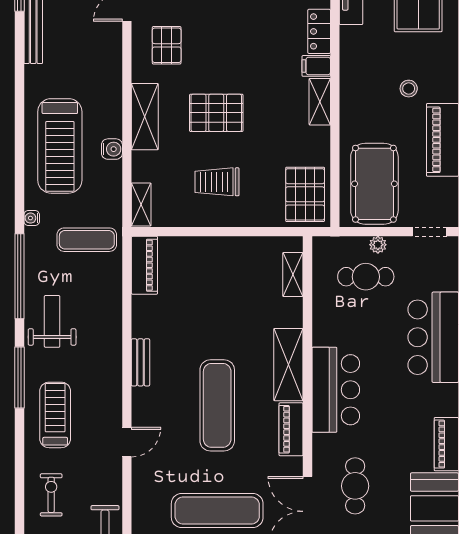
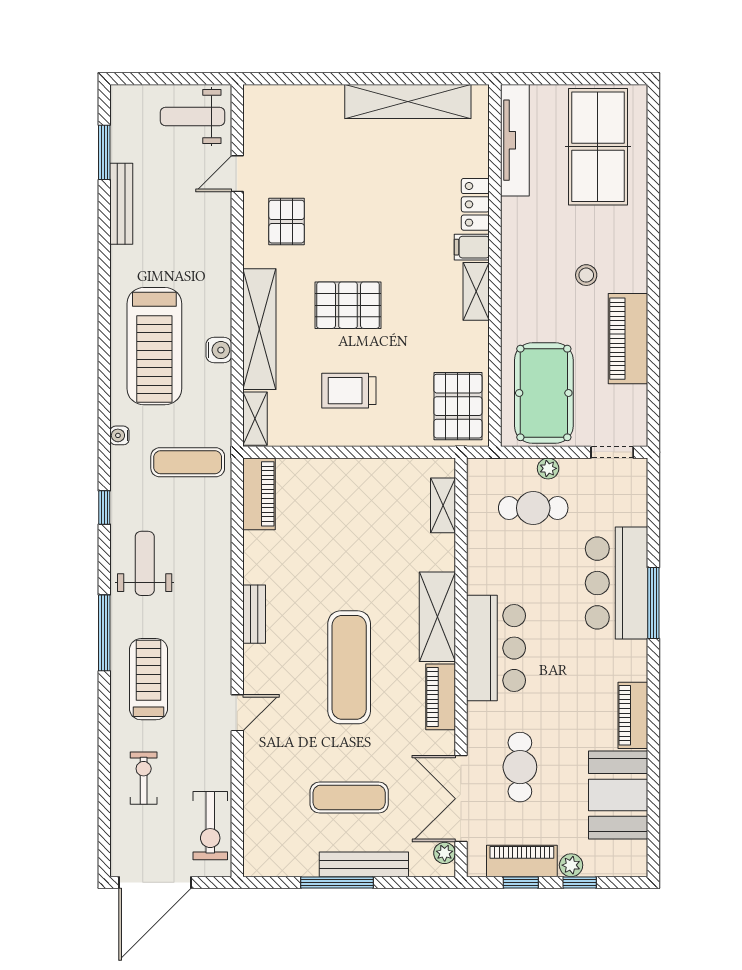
shelving: (145, 117) -> (259, 329), width x1.47
window: (19, 276) -> (104, 508), width x0.32
exercise mat: (217, 511) -> (349, 798), width x0.73, depth x0.69

